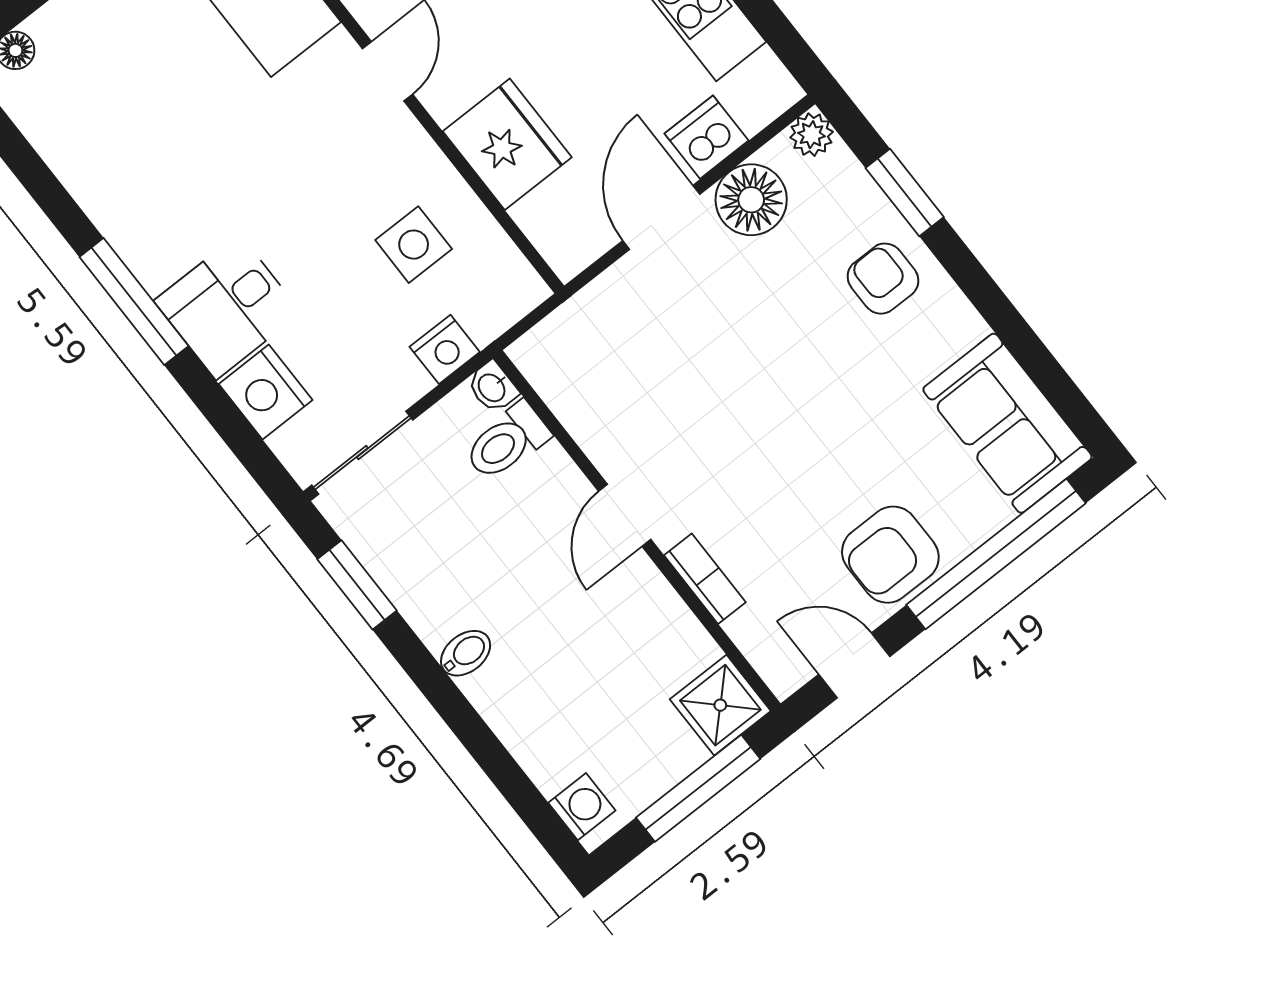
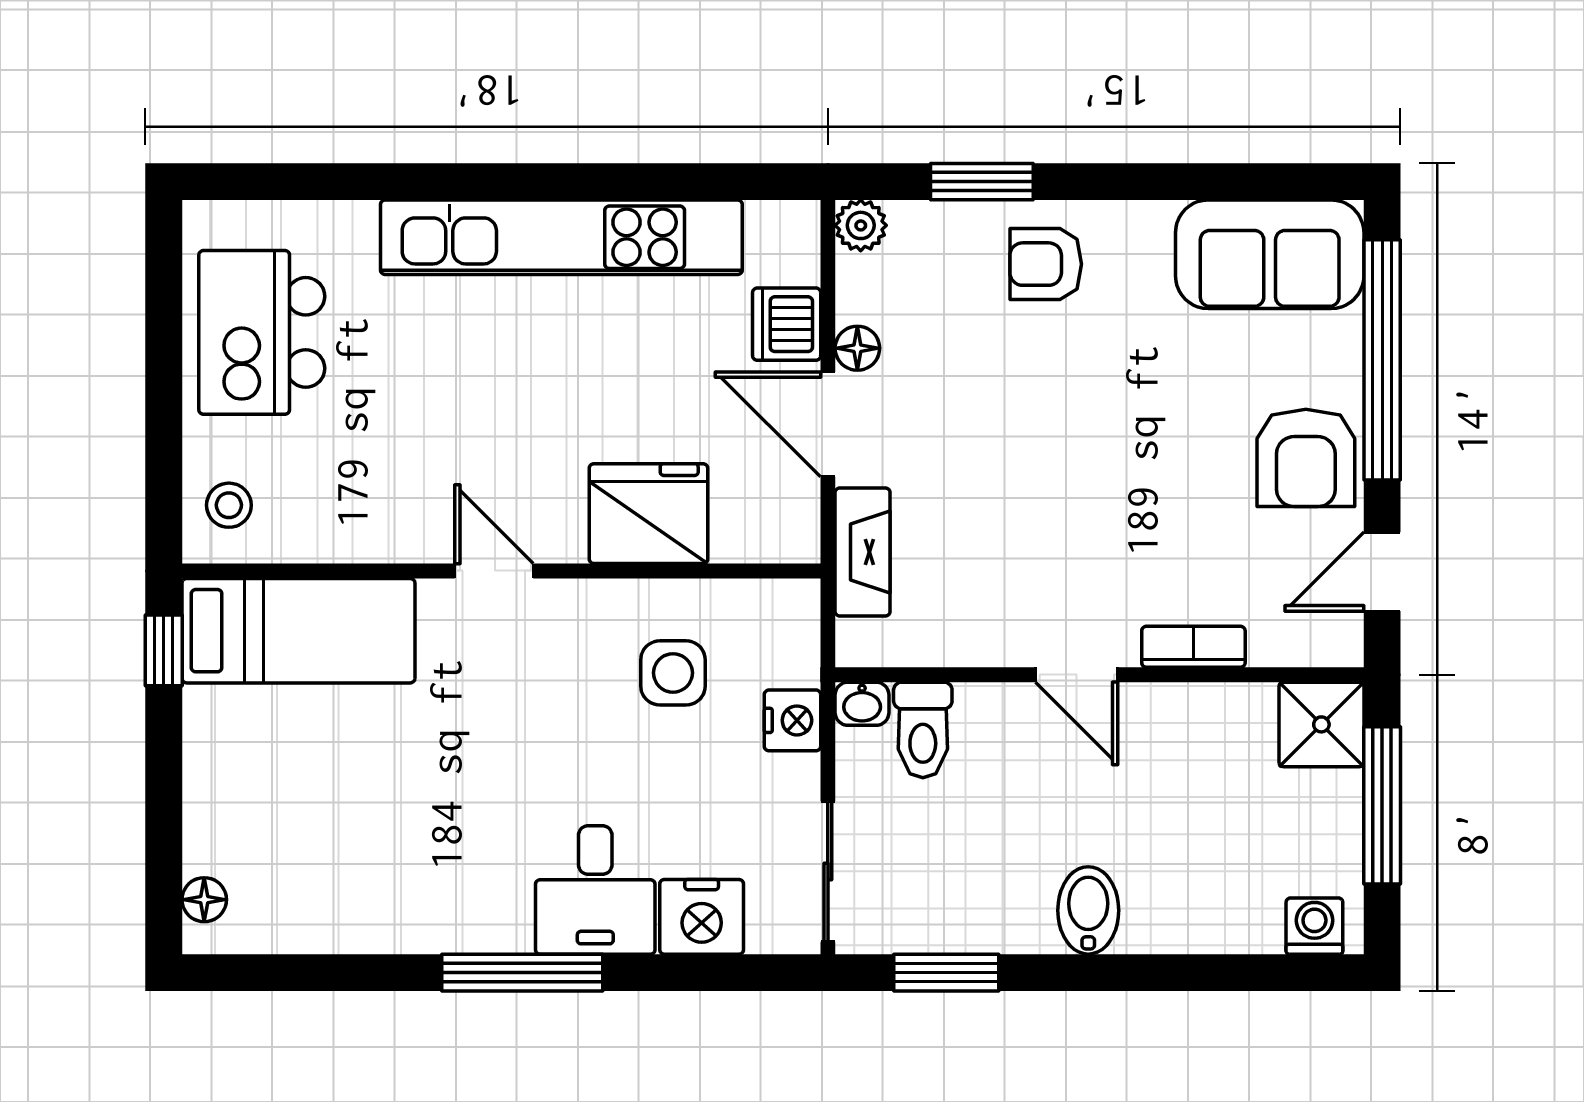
floor lamp: (751, 200) -> (857, 348), width x0.53, depth x0.53
fireplace: (594, 308) -> (863, 552), added
bidet: (466, 653) -> (1088, 910), width x1.38, depth x1.36

